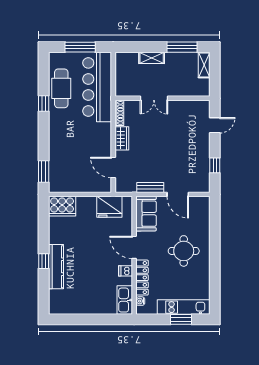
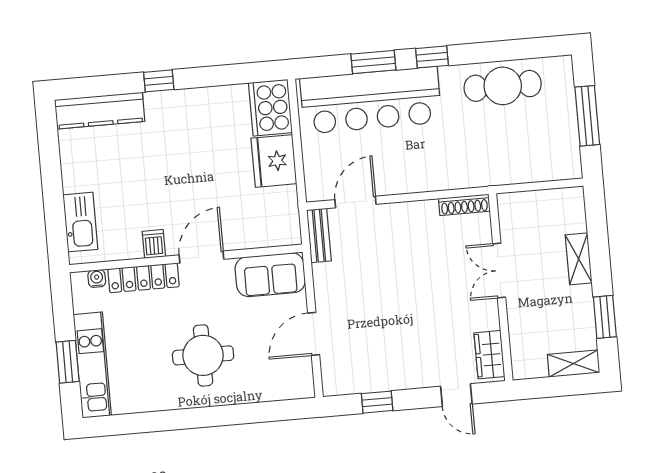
window: (182, 47) -> (605, 317), width x0.69
bar counter: (97, 87) -> (371, 100), moved, turned 180
window: (44, 103) -> (432, 57), moved
wardrobe: (122, 138) -> (489, 355), moved, turned 90
window: (44, 171) -> (373, 62), moved
bench: (150, 187) -> (319, 235), moved
fridge: (109, 207) -> (274, 161), moved
kitchen counter: (56, 267) -> (100, 111), moved
kitchen sink: (125, 300) -> (80, 222), moved, turned 90

